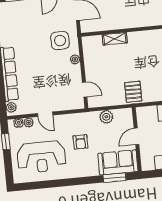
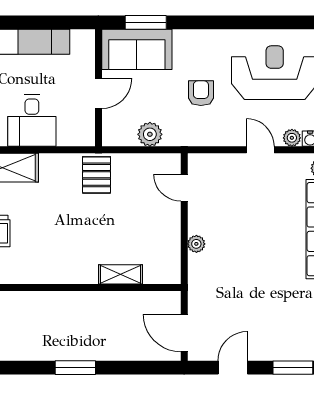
side table: (60, 41) -> (220, 281), removed

